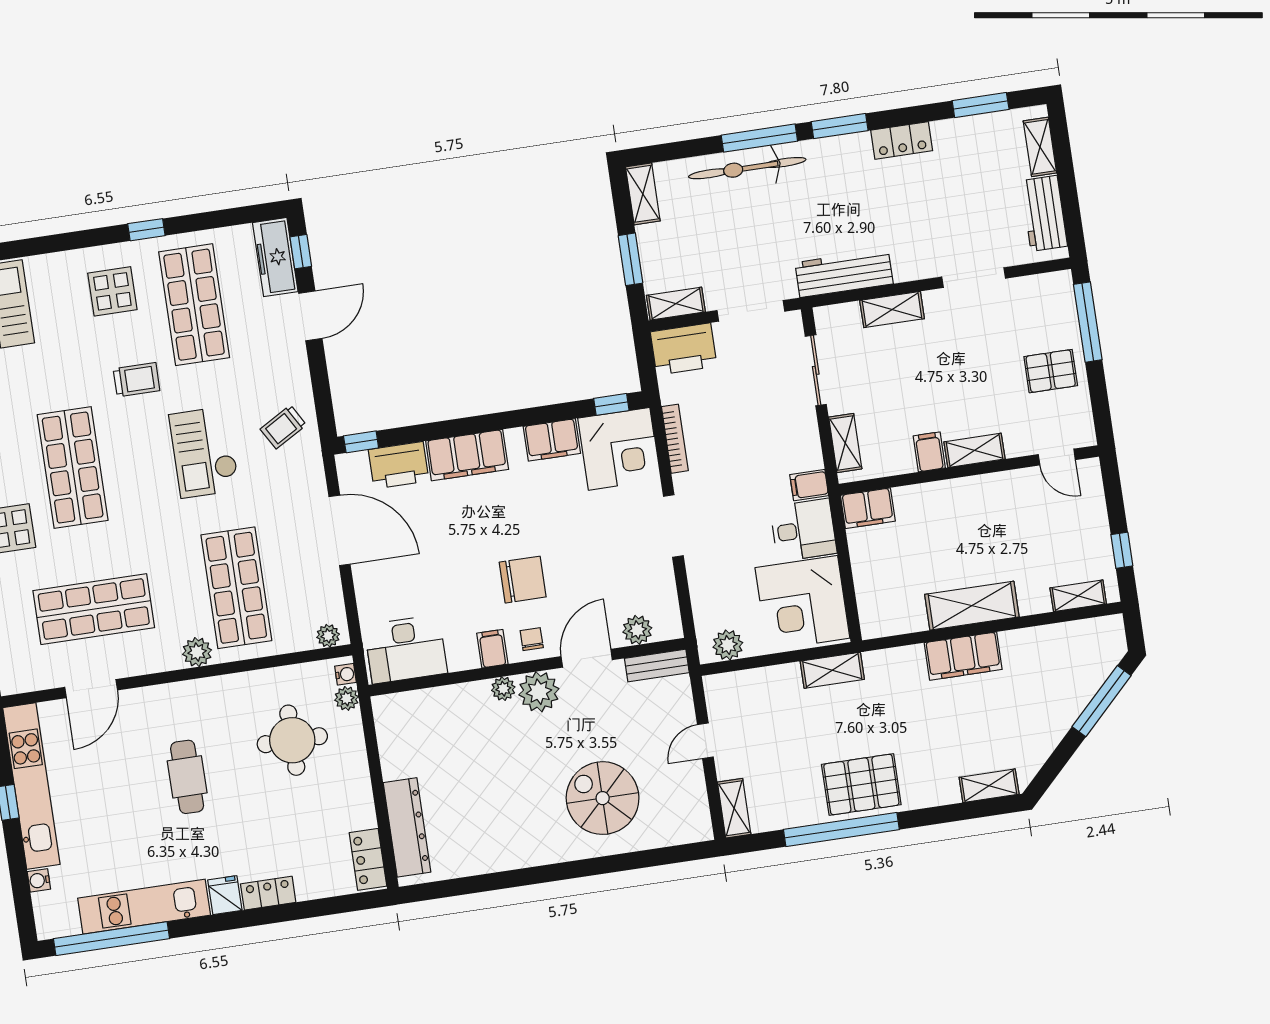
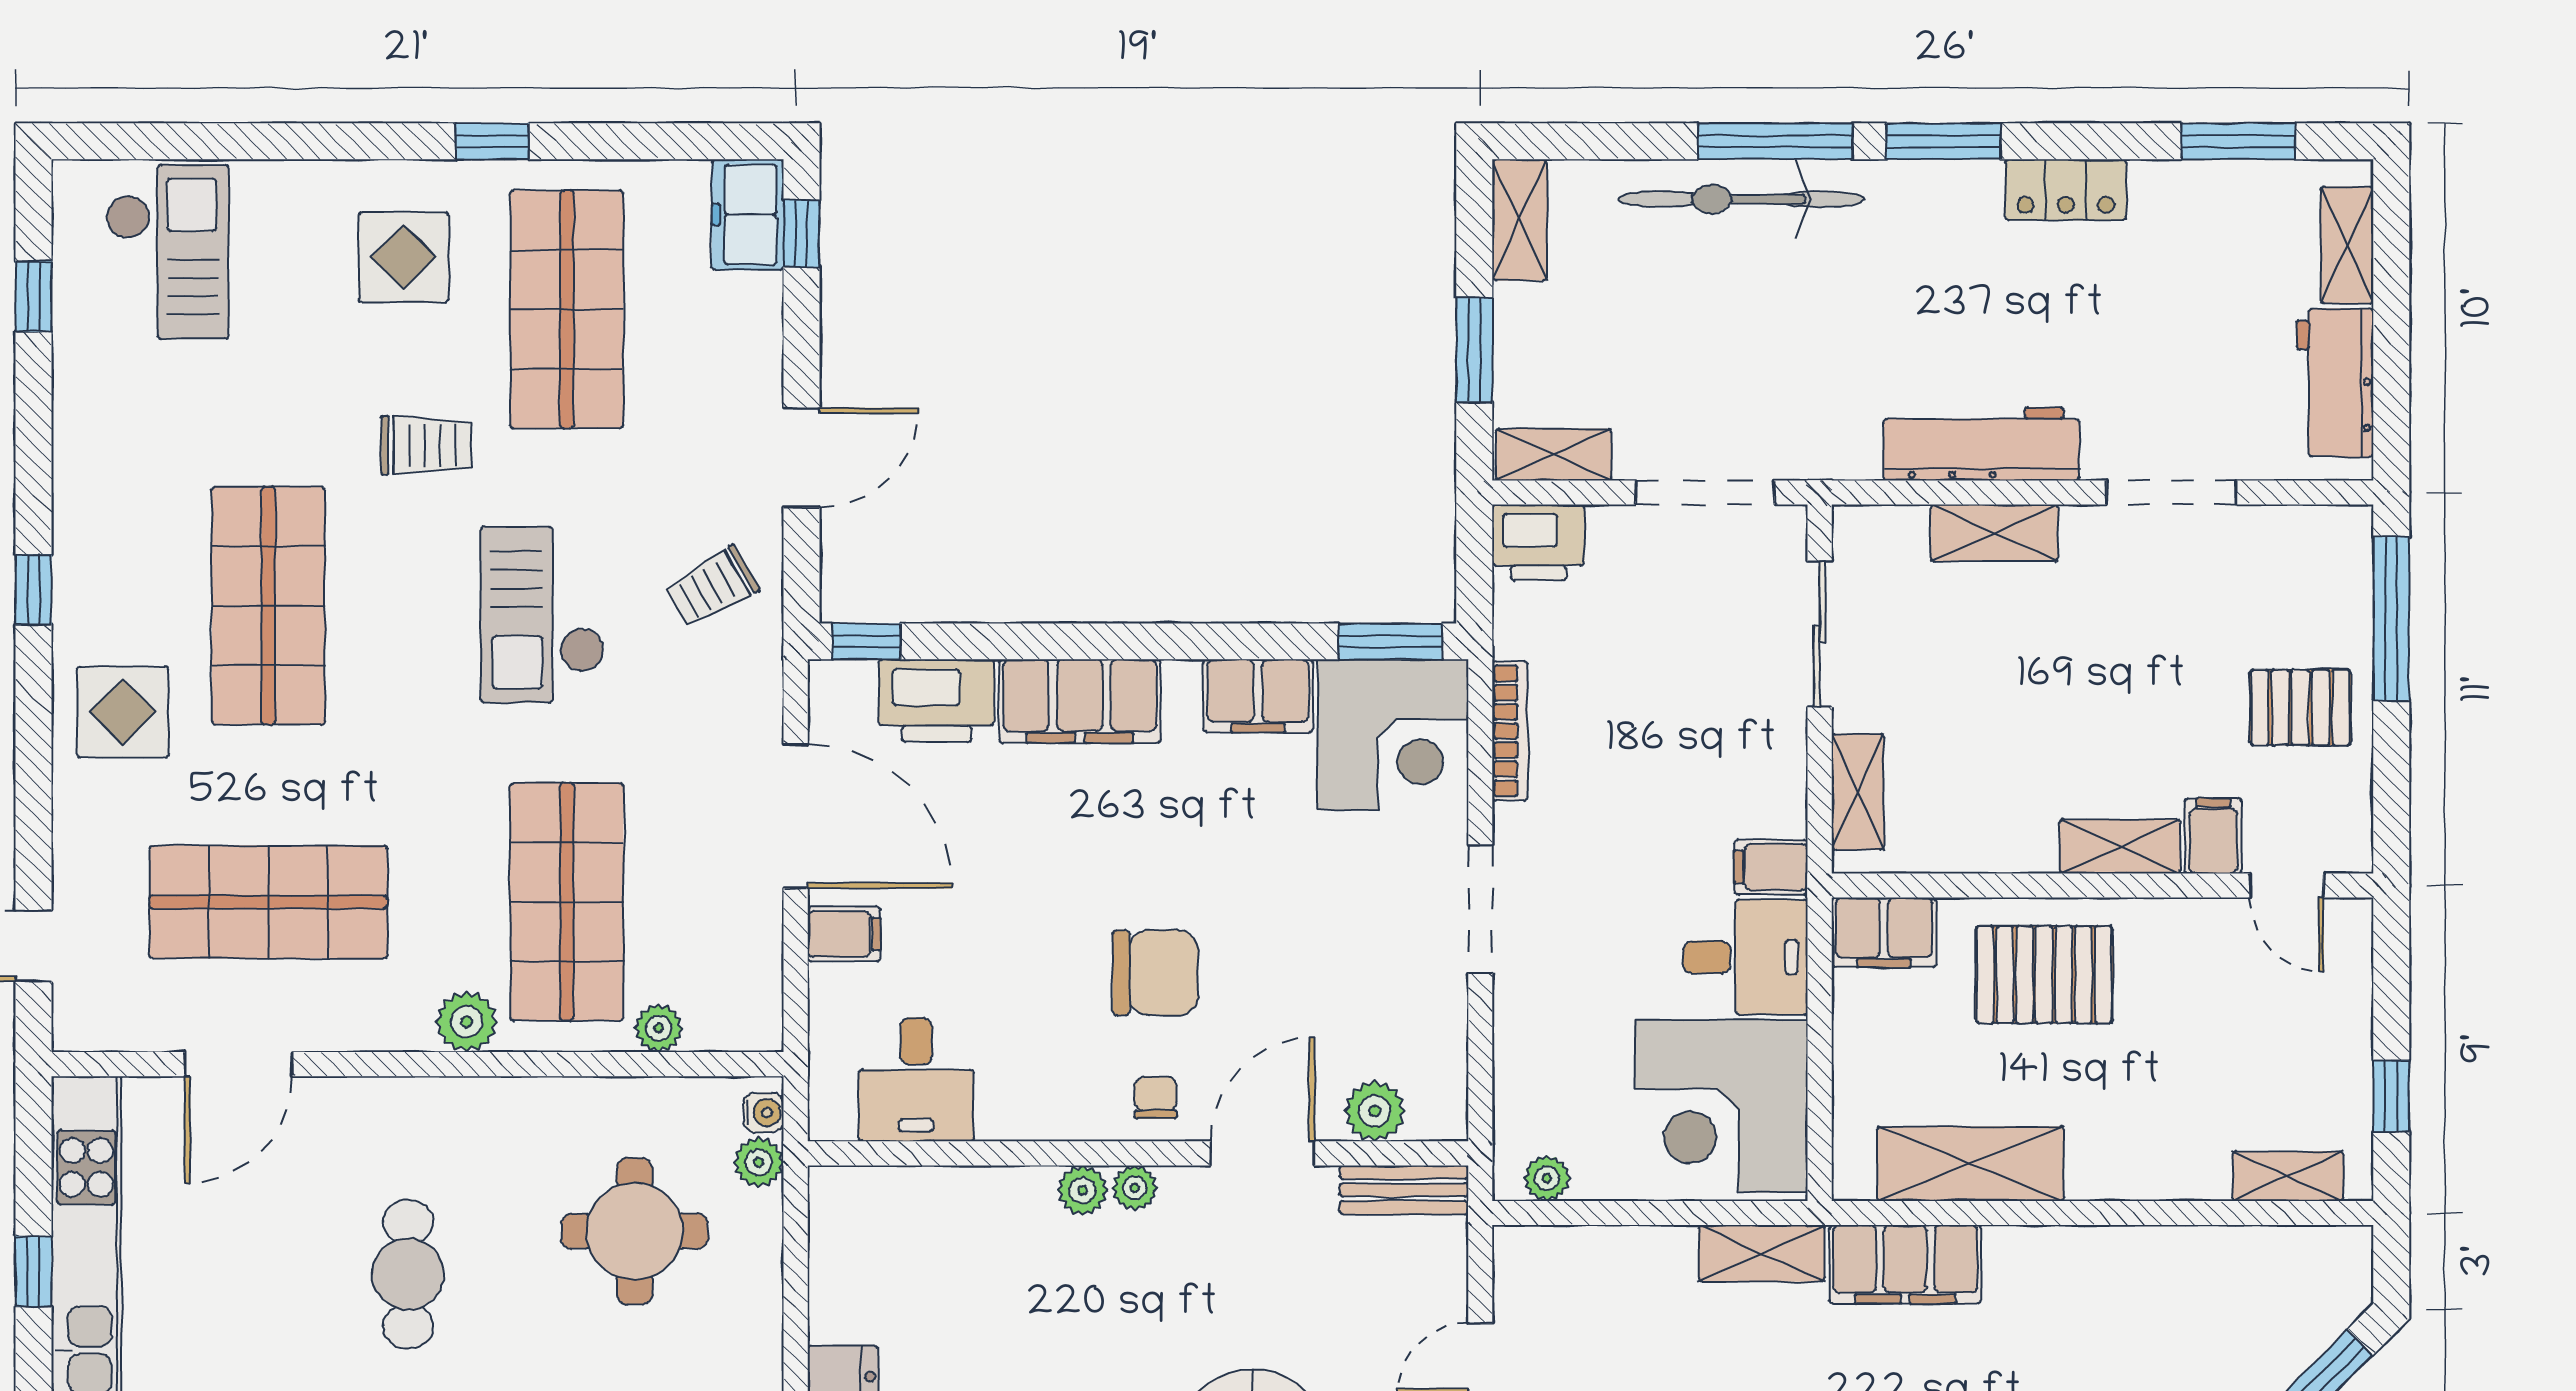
freezer: (275, 257) -> (748, 215), width x0.71
workbench: (844, 273) -> (1982, 444), moved
door: (310, 316) -> (802, 458), moved
printer: (684, 349) -> (1538, 543), width x0.73, depth x0.84
window: (611, 404) -> (1391, 641), width x1.50
filing cabinet: (929, 452) -> (2213, 836), moved
pallet: (947, 517) -> (2044, 975), added
shelving: (972, 606) -> (1971, 1164), moved
plant: (328, 636) -> (659, 1028), moved
plant: (728, 645) -> (1547, 1178), width x0.73, depth x0.73
desk: (406, 649) -> (916, 1080), width x0.73
filing cabinet: (492, 649) -> (844, 934), moved, turned 90
filing cabinet: (963, 656) -> (1905, 1264), moved
plant: (539, 692) -> (1135, 1188), width x0.53, depth x0.53

